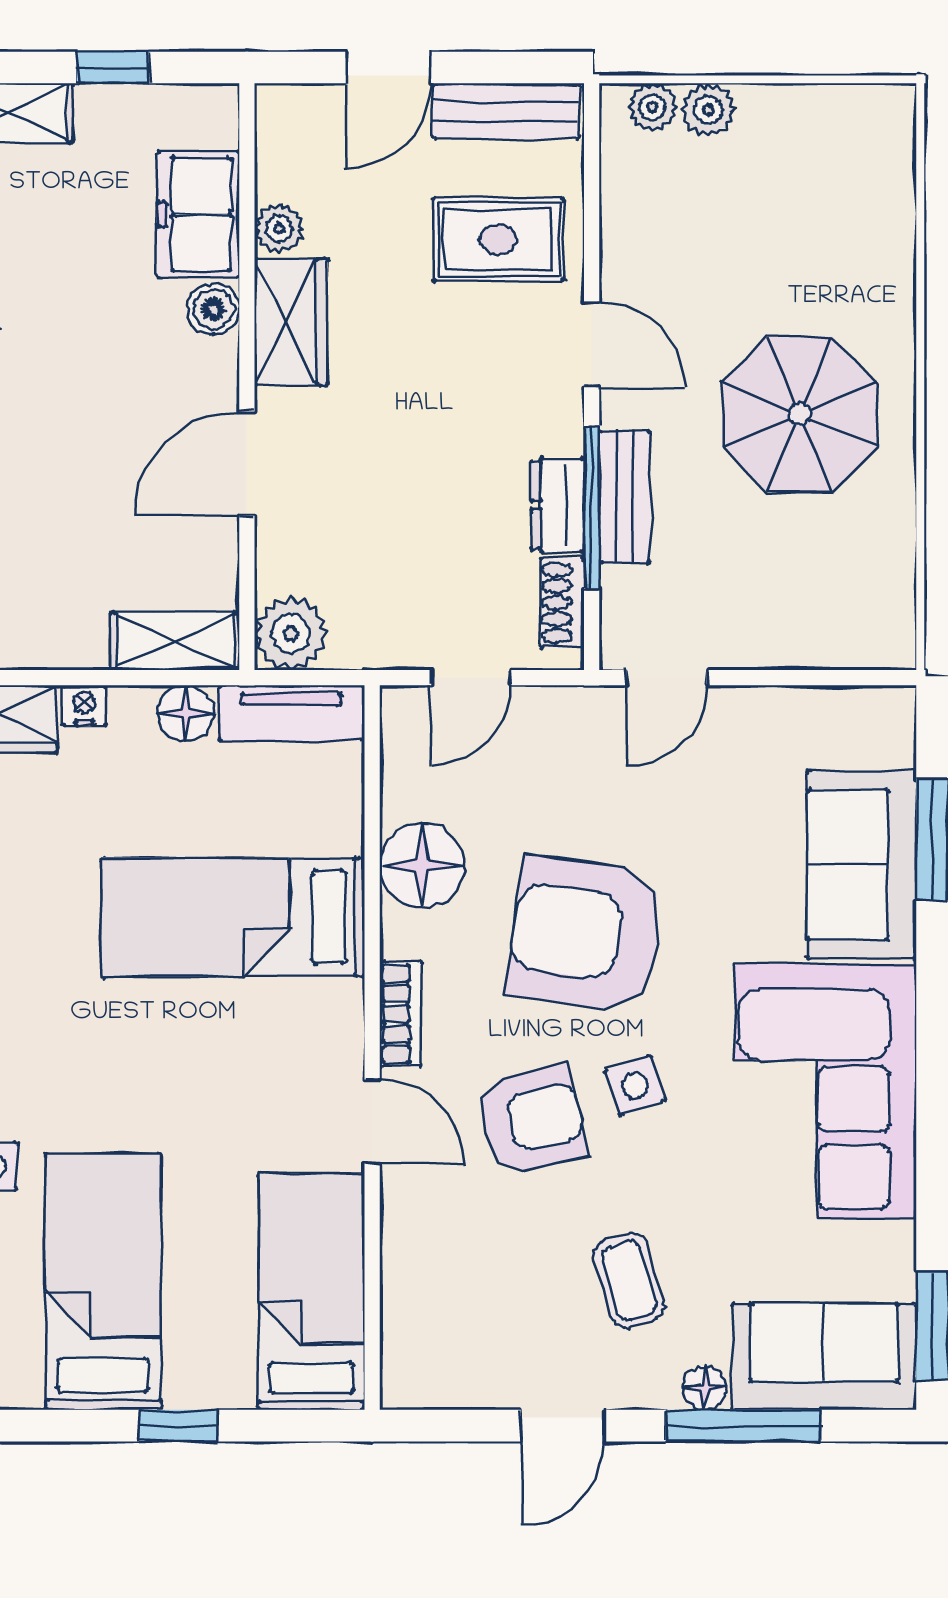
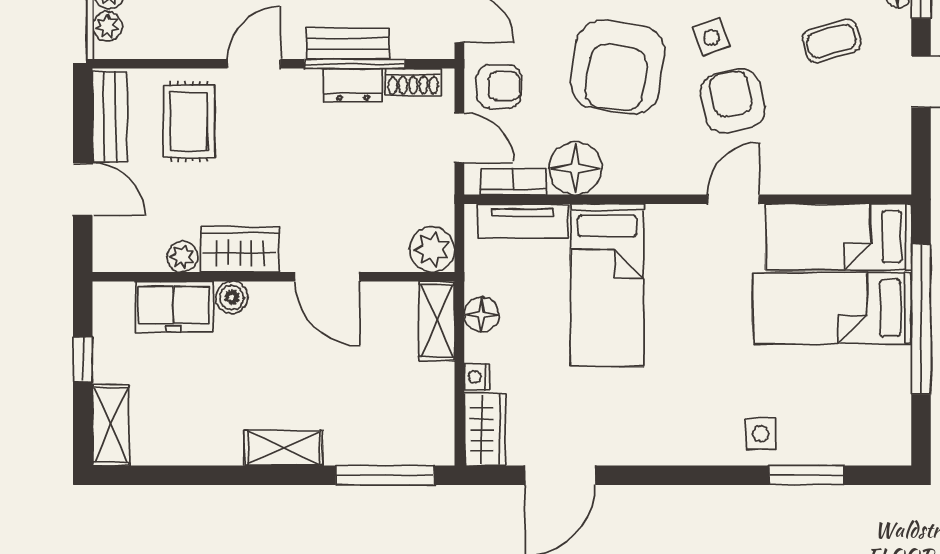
tv unit: (292, 713) -> (523, 221), moved, turned 90
armchair: (555, 742) -> (499, 86), added
bookcase: (401, 1014) -> (513, 182), moved
bed: (103, 1282) -> (832, 308), moved
window: (178, 1426) -> (921, 319), width x3.17

